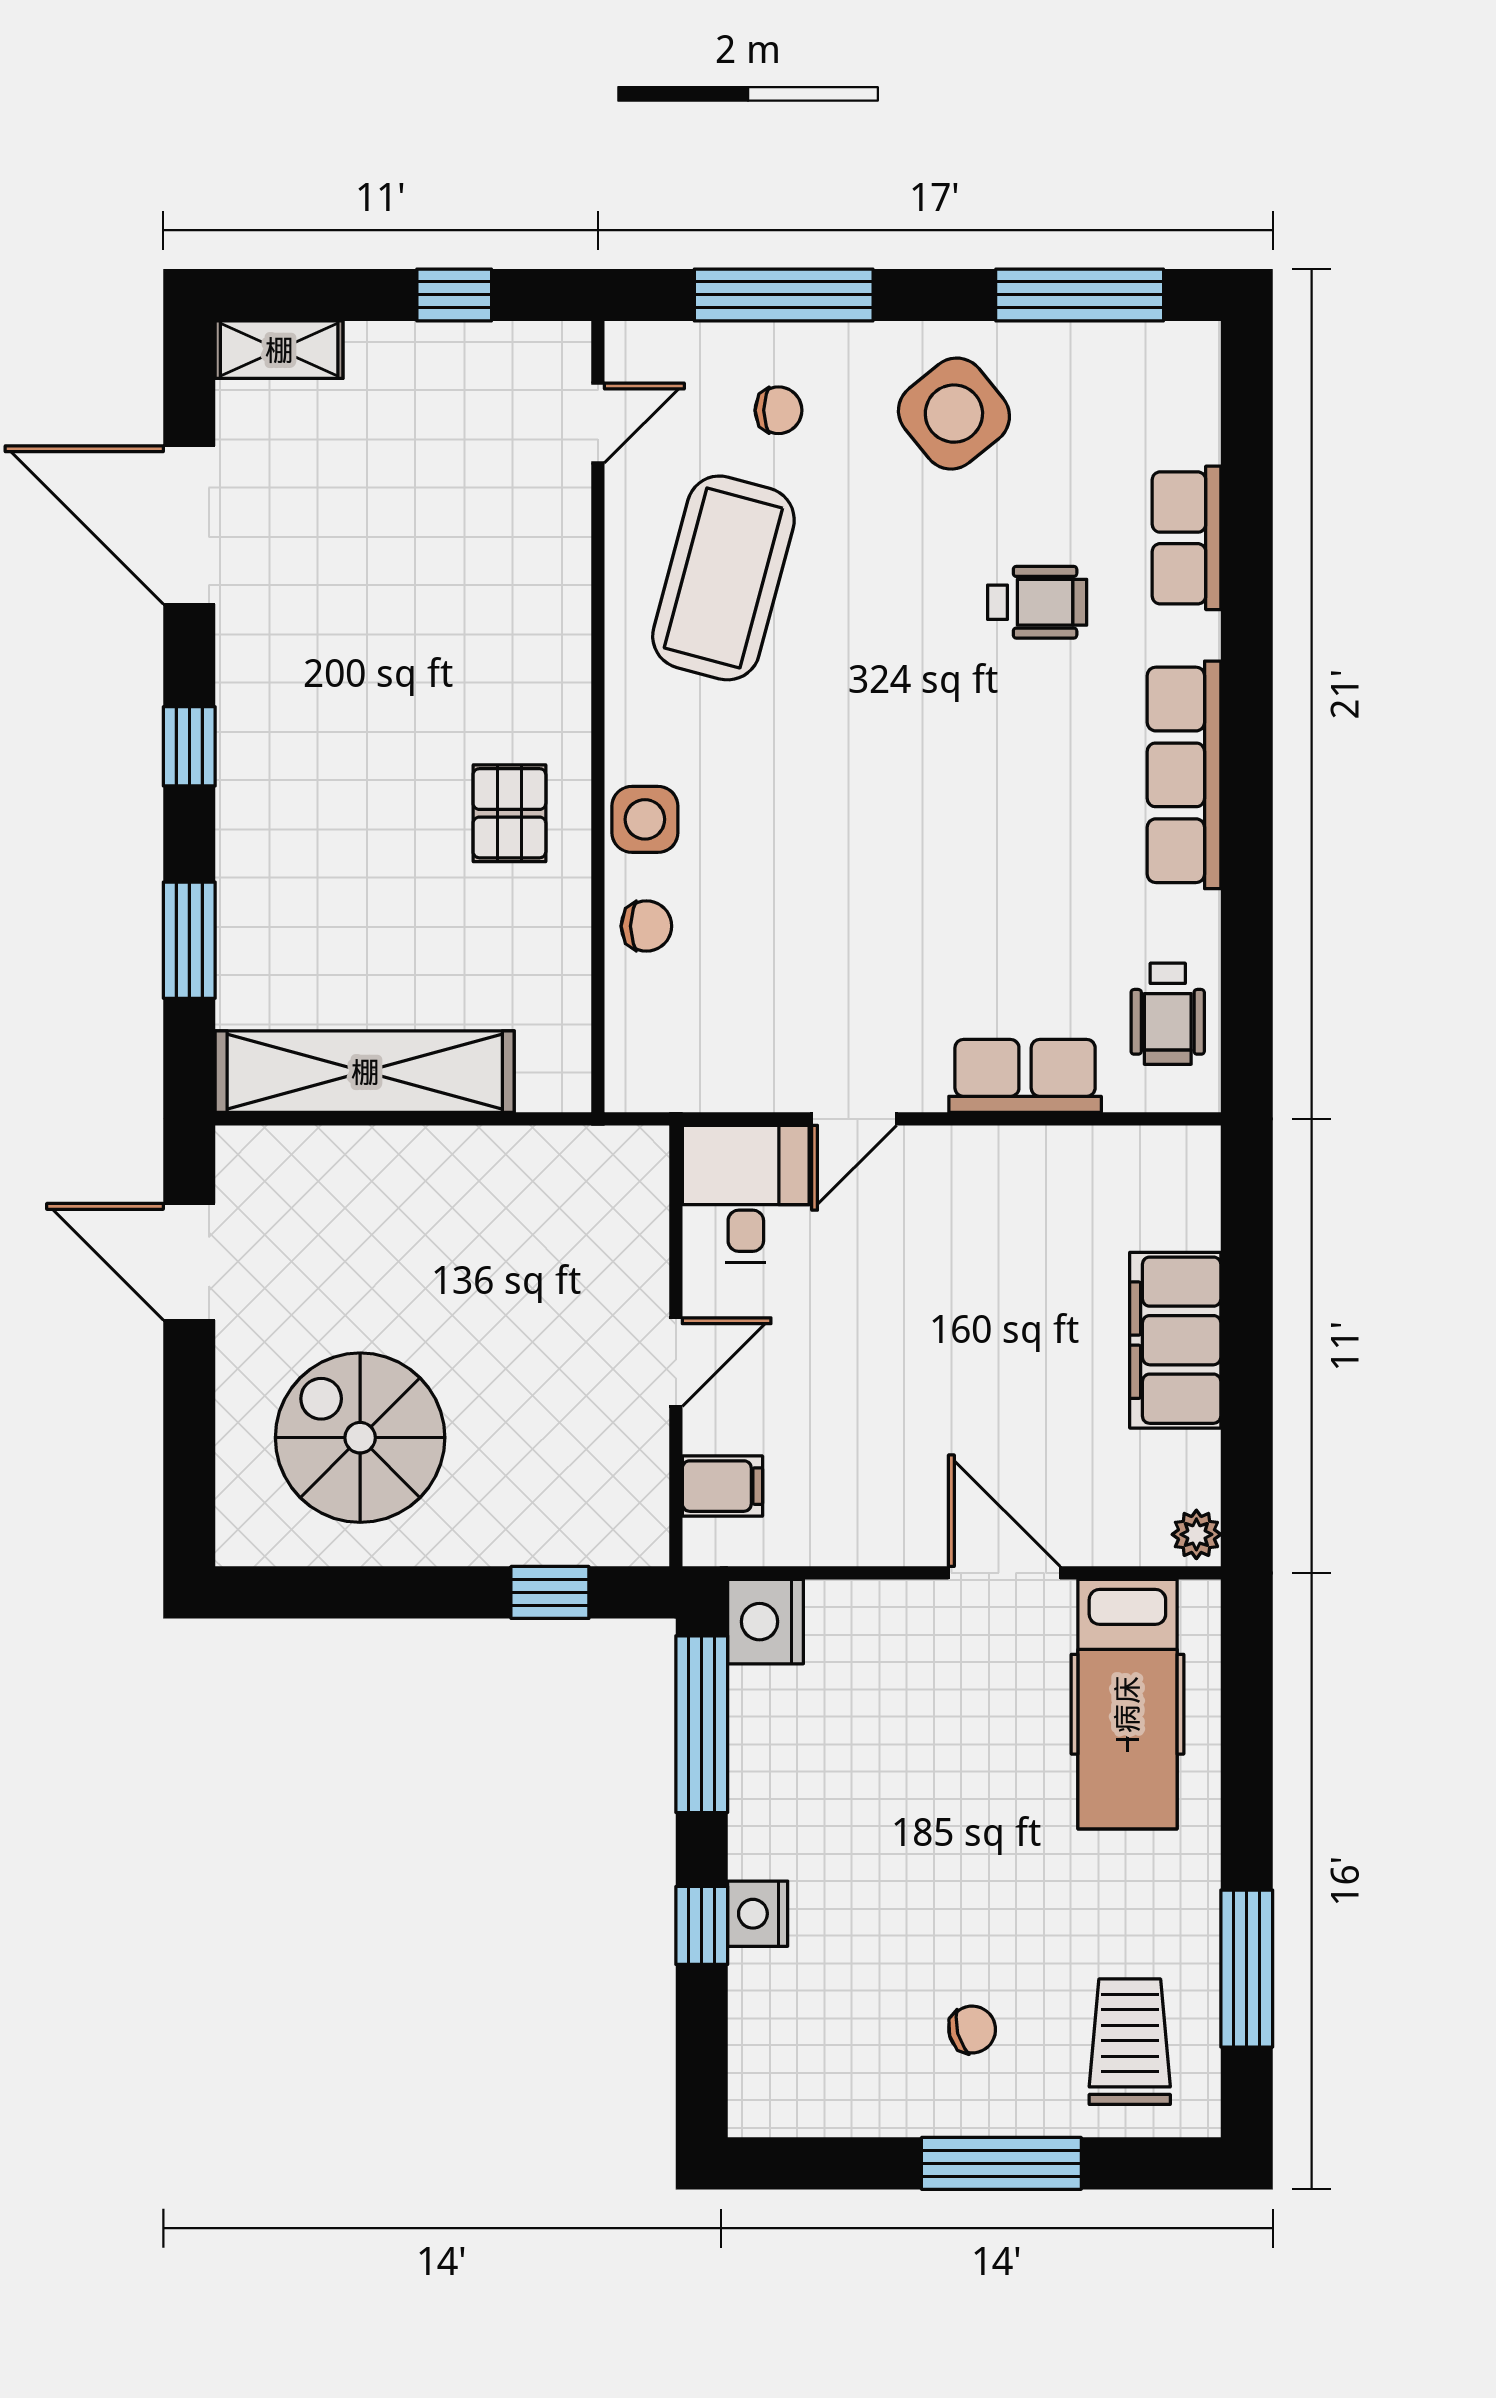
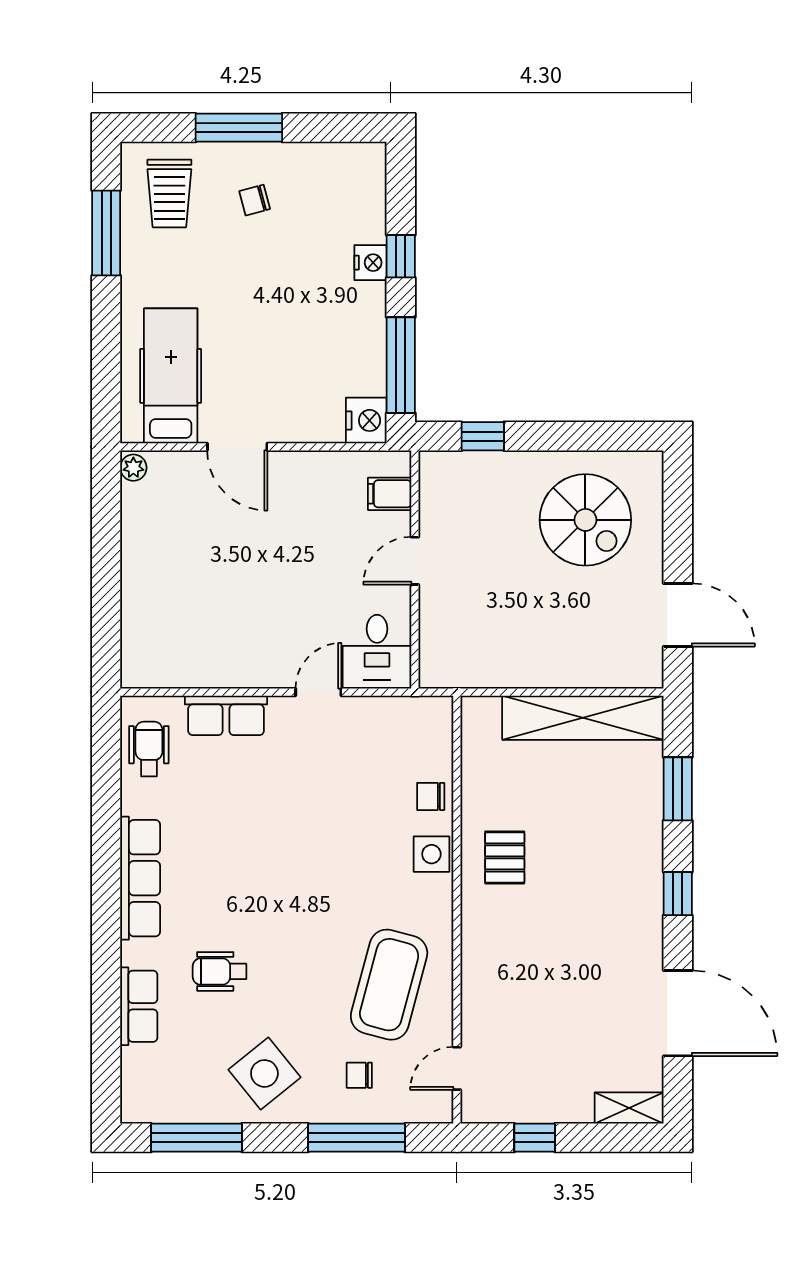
filing cabinet: (1175, 1340) -> (145, 573), removed

